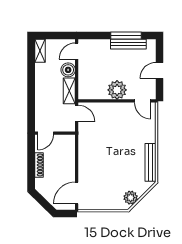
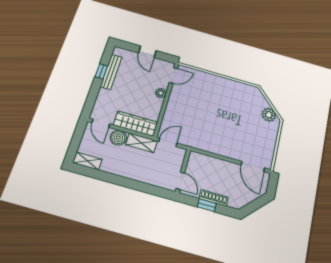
window: (126, 35) -> (101, 71), width x0.46
wardrobe: (85, 81) -> (136, 124), added
plant: (117, 90) -> (161, 93), width x0.53, depth x0.53
window: (31, 161) -> (207, 205), added
bench: (150, 162) -> (237, 86), removed

